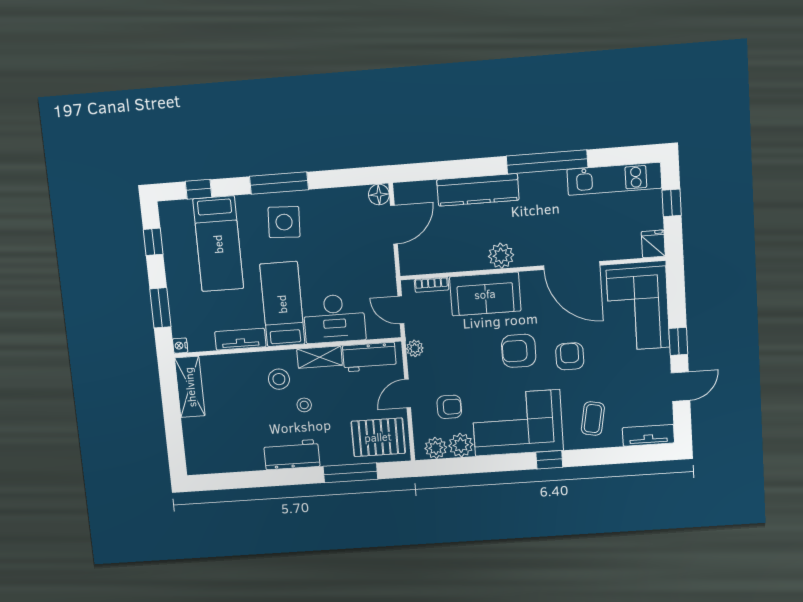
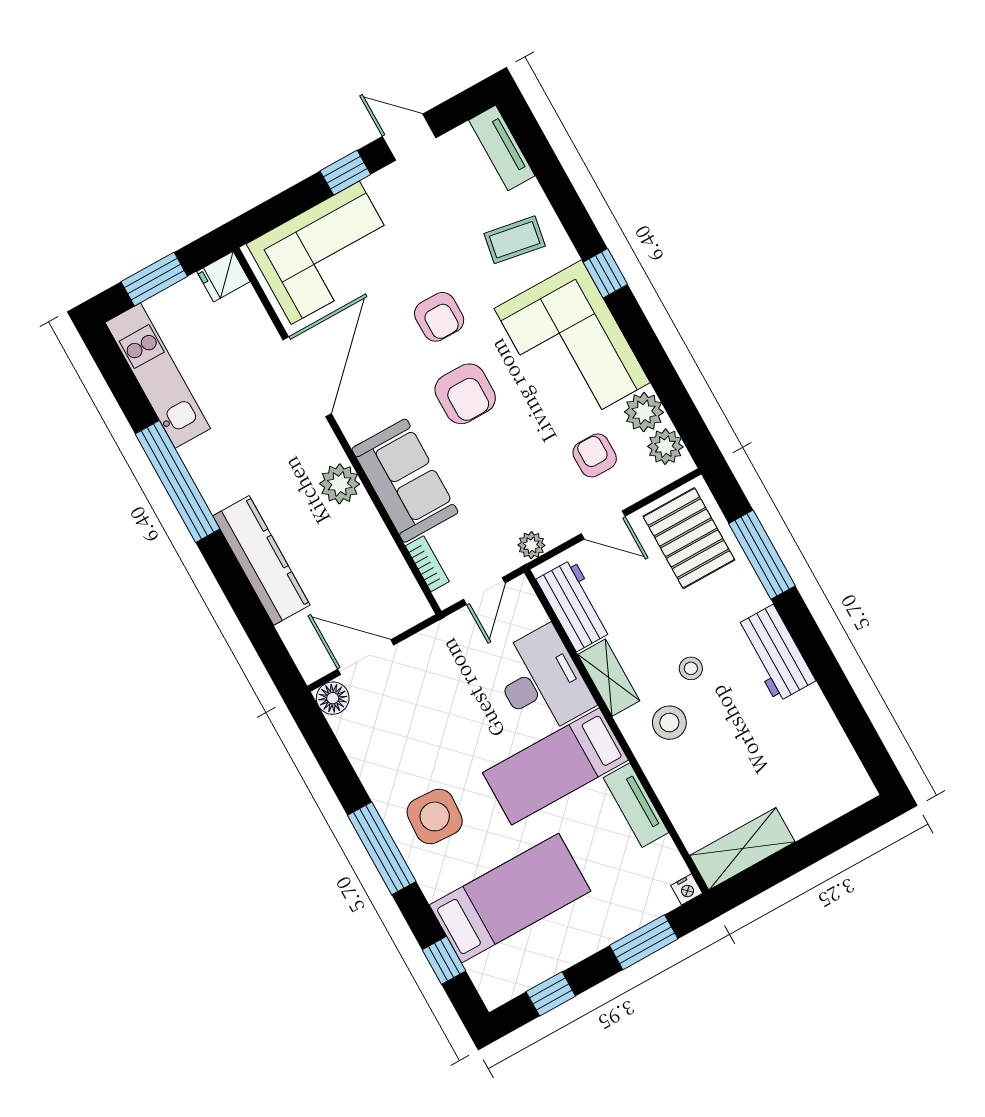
window: (672, 203) -> (154, 279), width x1.50
armchair: (570, 356) -> (439, 317), turned -90

